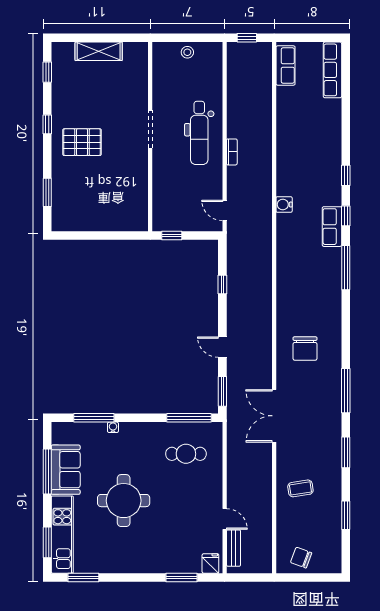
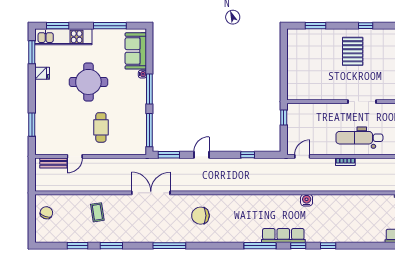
row of seats: (332, 227) -> (283, 235), width x1.48
window: (94, 418) -> (149, 89), moved
window: (346, 452) -> (111, 246), moved
cafe table: (186, 454) -> (101, 127), moved
sofa: (66, 470) -> (136, 51), moved, turned 90
fridge: (210, 563) -> (42, 73), moved

